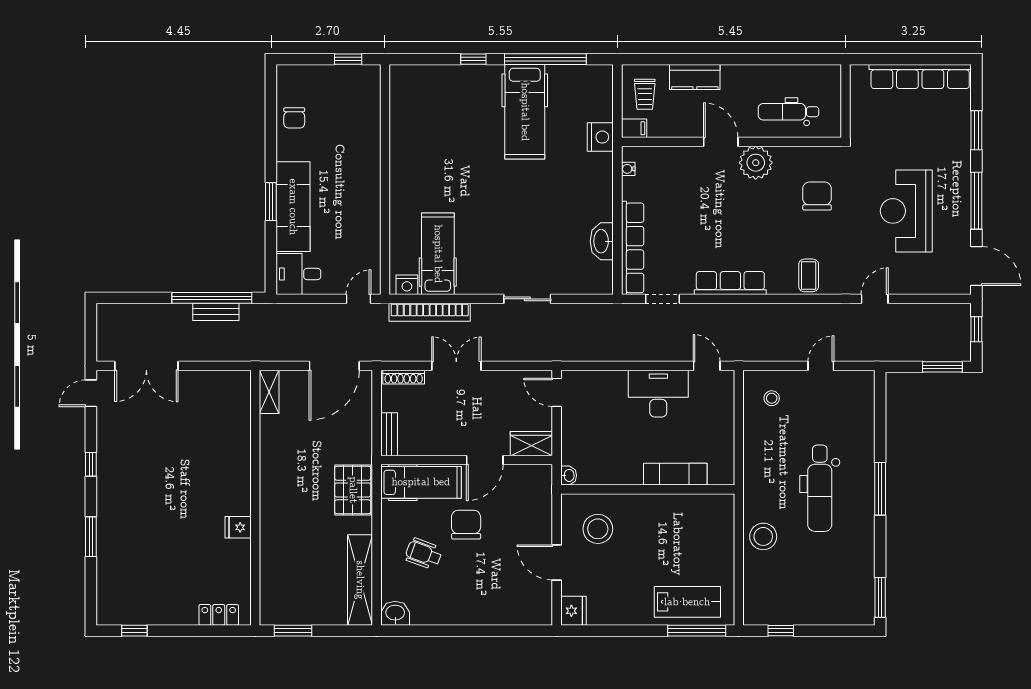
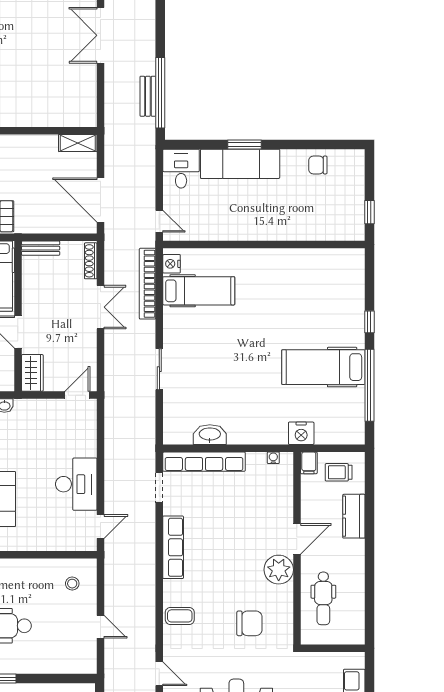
dental chair: (788, 112) -> (323, 598), turned 180

